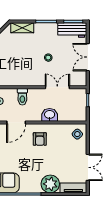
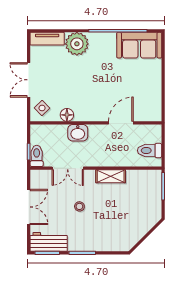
shelving: (22, 28) -> (111, 176), moved
toilet: (22, 97) -> (37, 156), moved
floor lamp: (58, 129) -> (67, 115), added
armchair: (40, 139) -> (90, 102), removed
double door: (88, 167) -> (29, 80), moved

